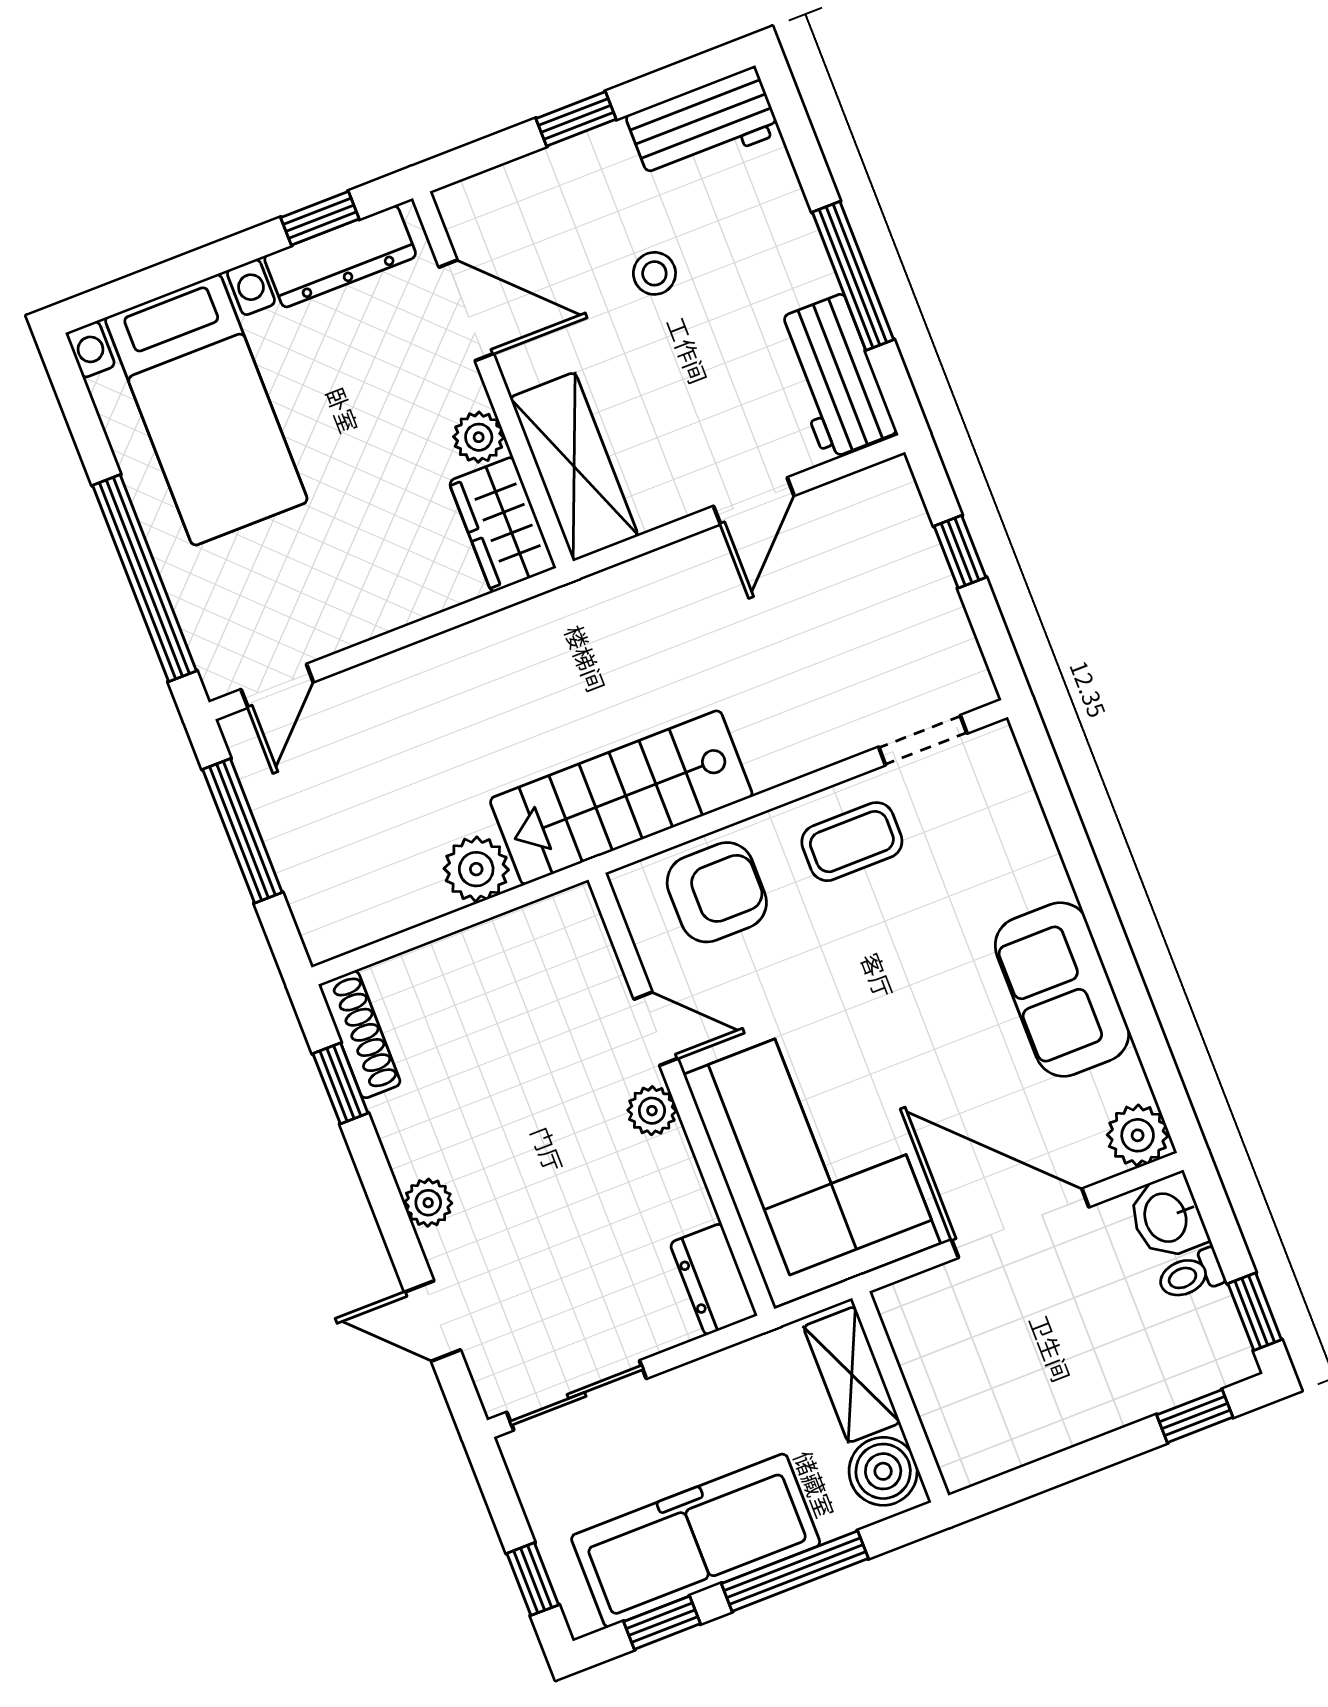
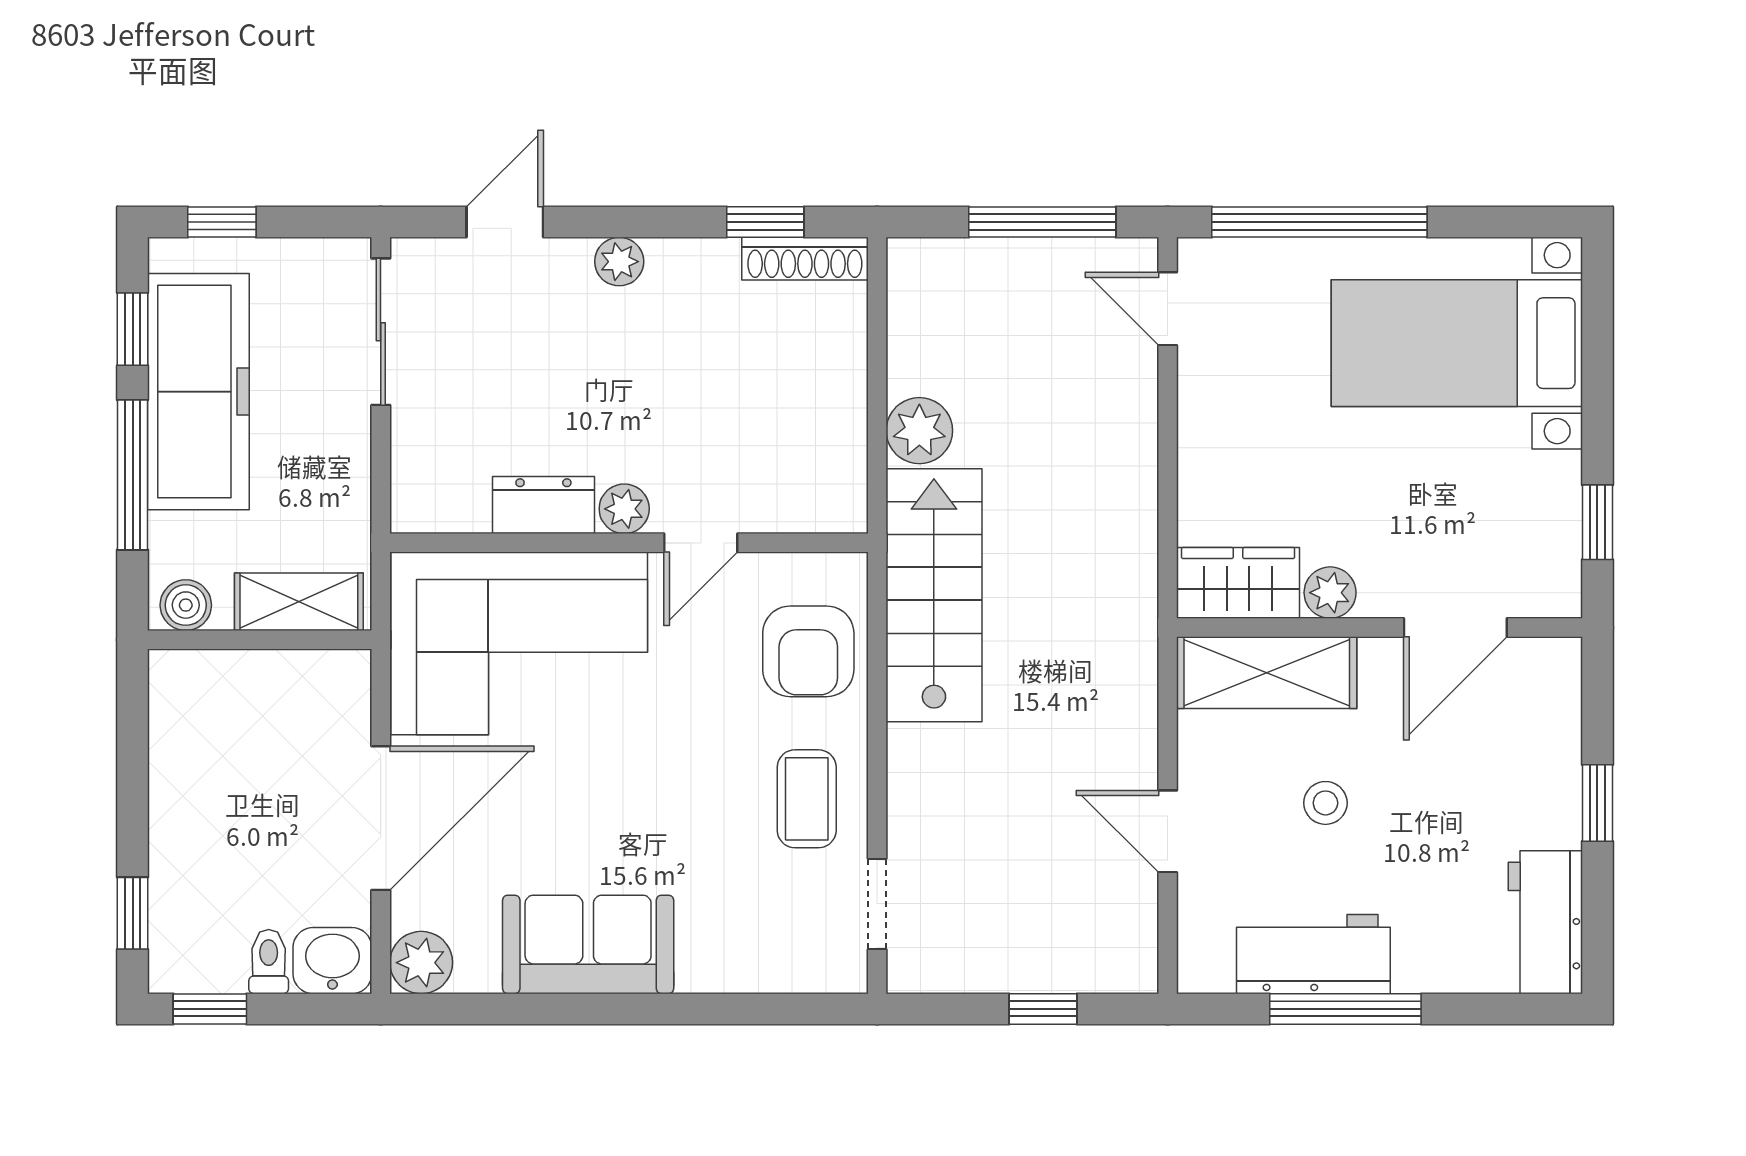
dresser: (340, 256) -> (1554, 527), removed
stool: (654, 273) -> (1325, 803), moved
workbench: (835, 377) -> (1313, 954), moved
dresser: (713, 1279) -> (543, 505), moved
boiler: (883, 1471) -> (186, 605), width x0.73, depth x0.73

